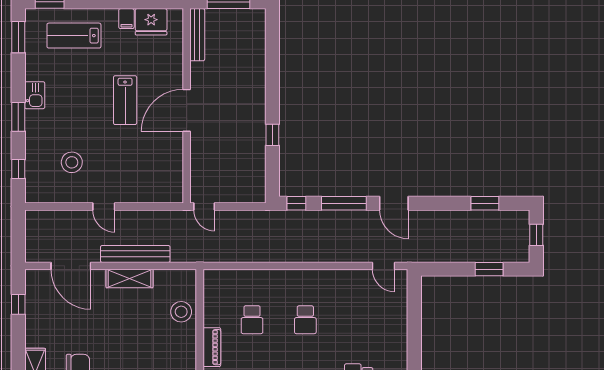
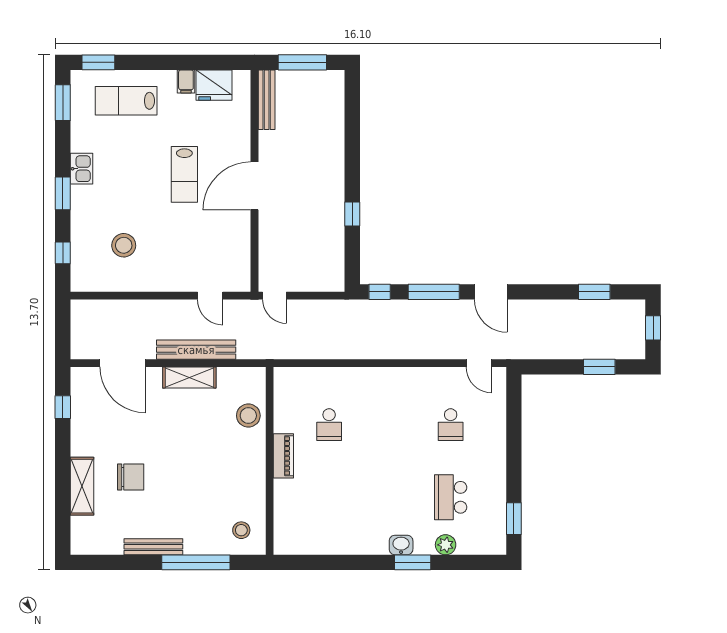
door: (104, 206) -> (210, 296), moved
school desk: (305, 320) -> (451, 425), moved

